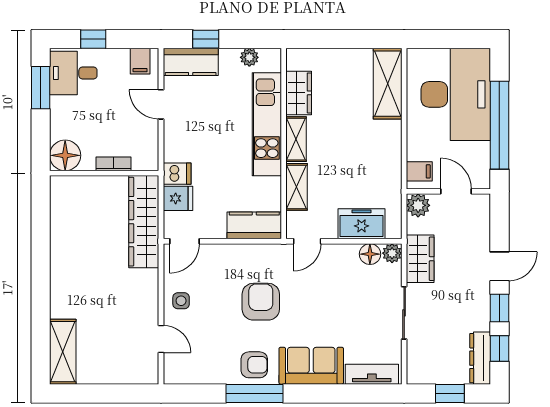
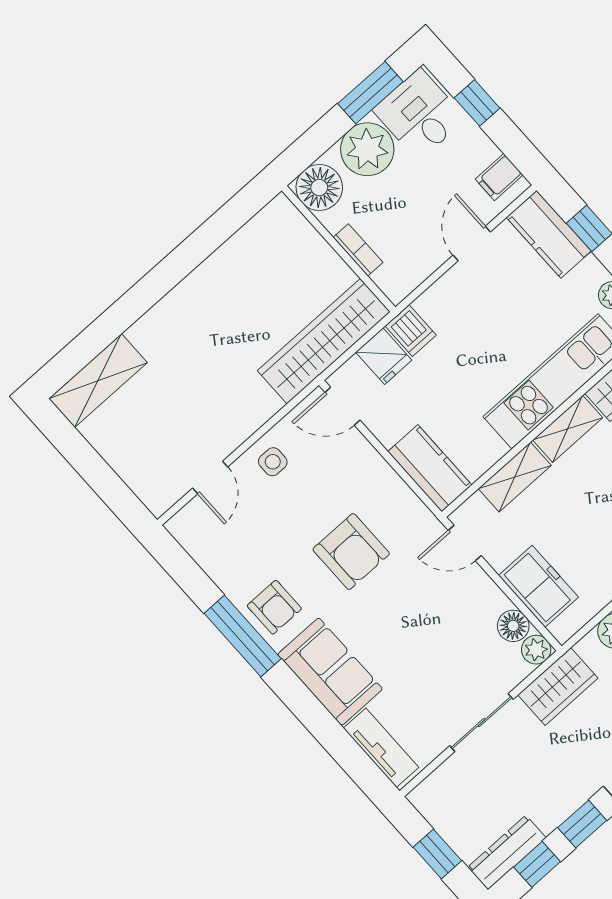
plant: (67, 114) -> (367, 149), added
armchair: (261, 302) -> (351, 552), turned 90

